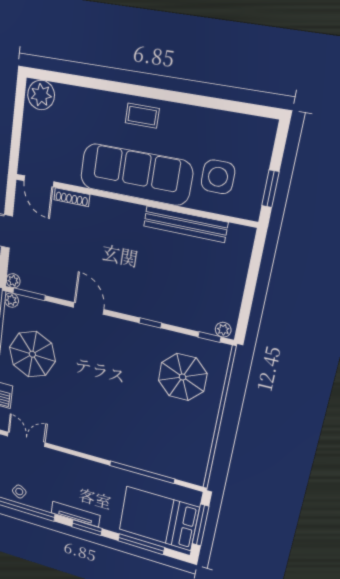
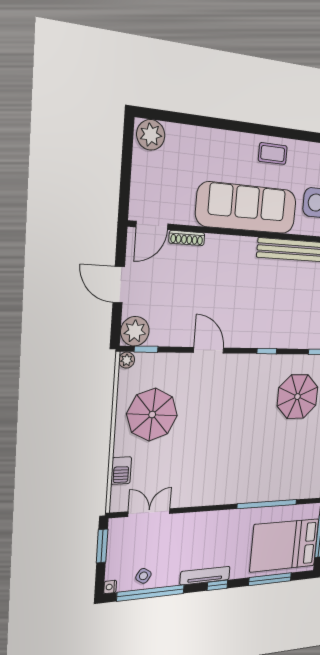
coffee table: (142, 116) -> (273, 154), moved
door: (39, 181) -> (152, 225), hinge flipped
plant: (13, 281) -> (135, 331), width x1.87, depth x1.87
window: (29, 294) -> (146, 349), width x0.67
window: (87, 528) -> (217, 585), width x0.67

